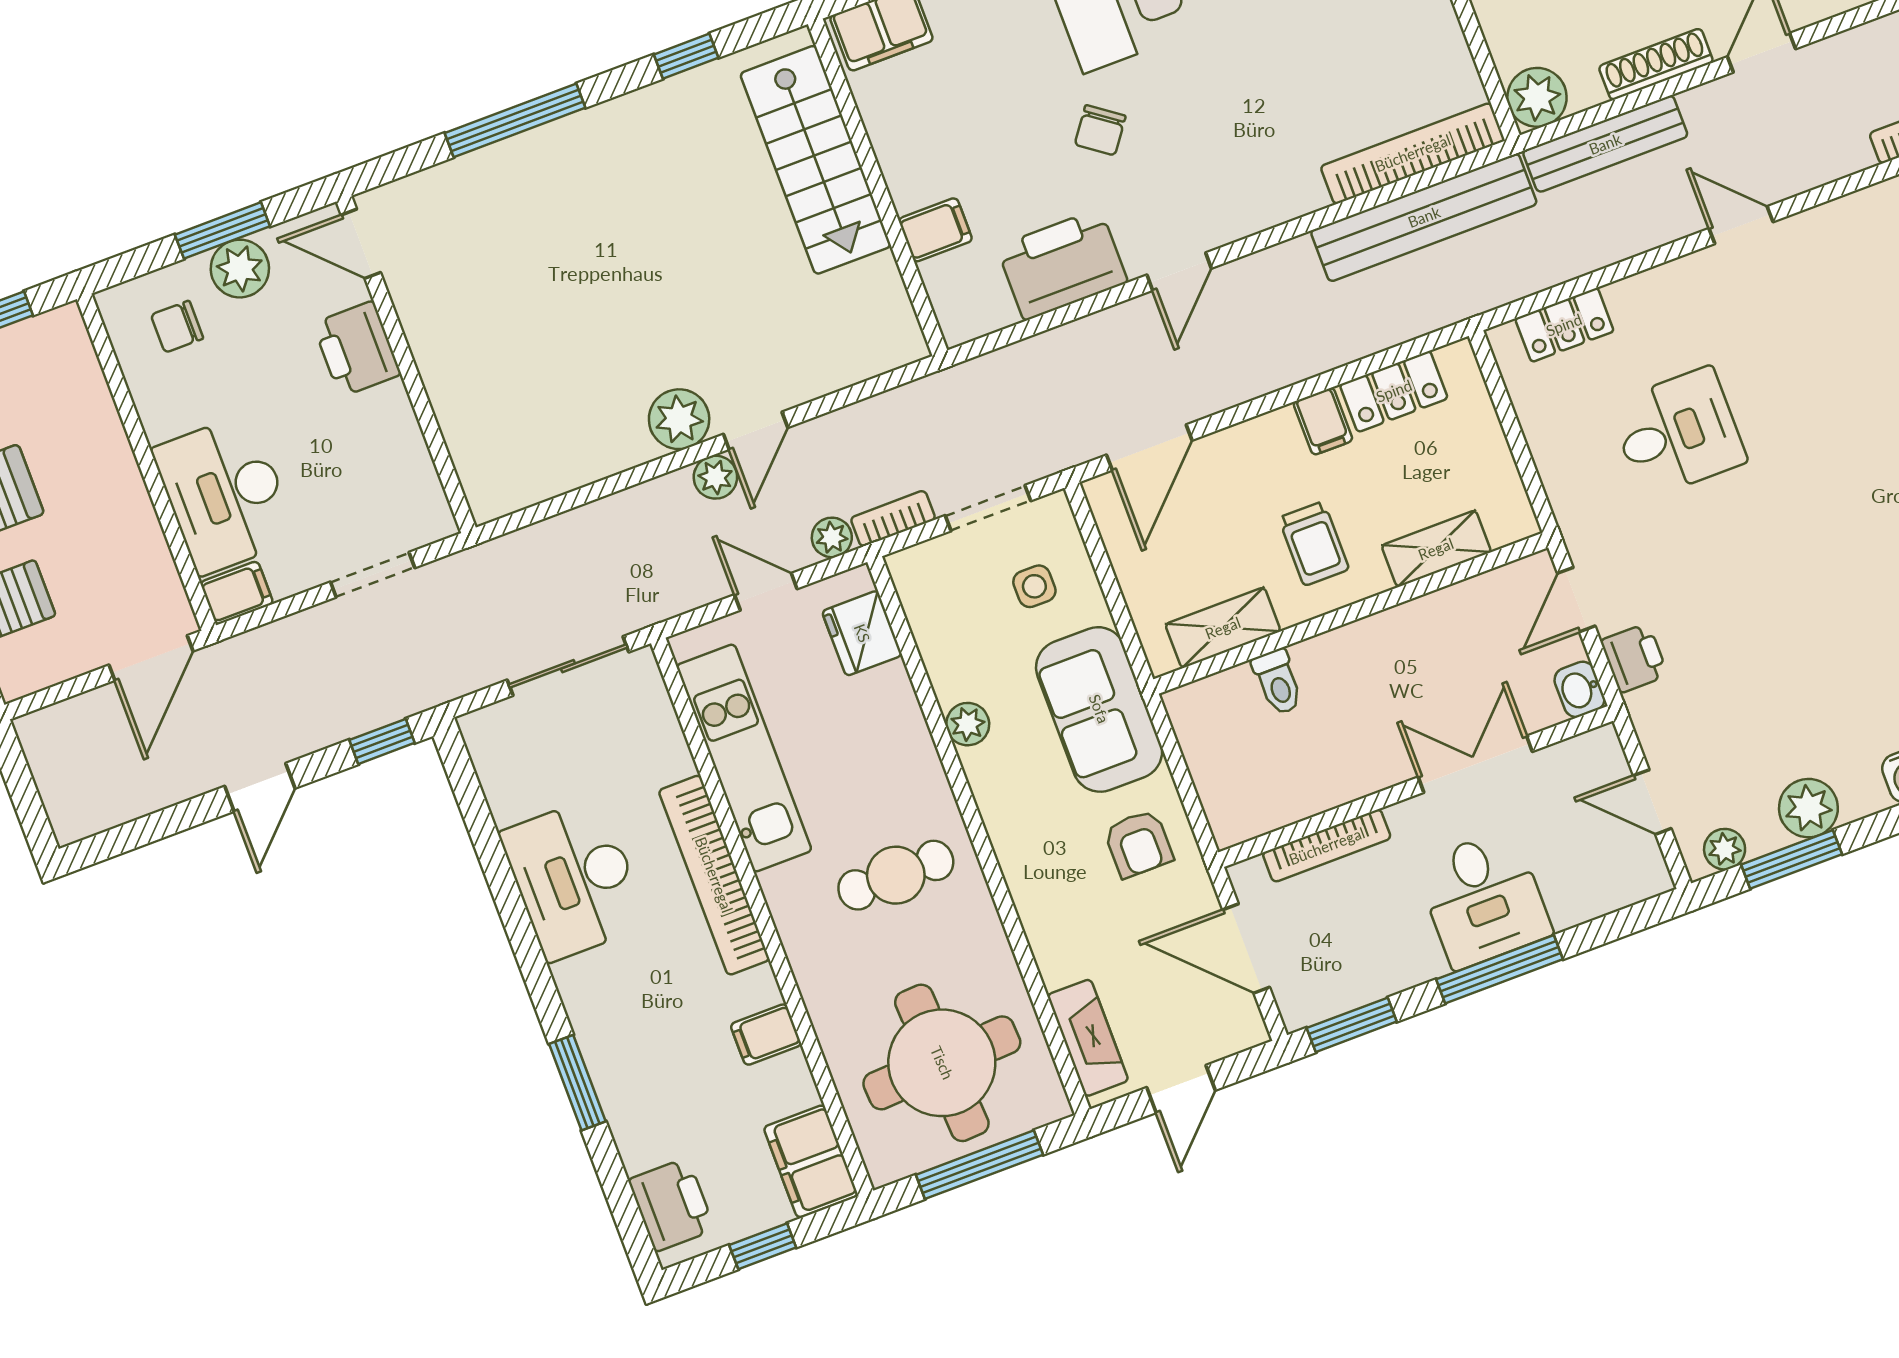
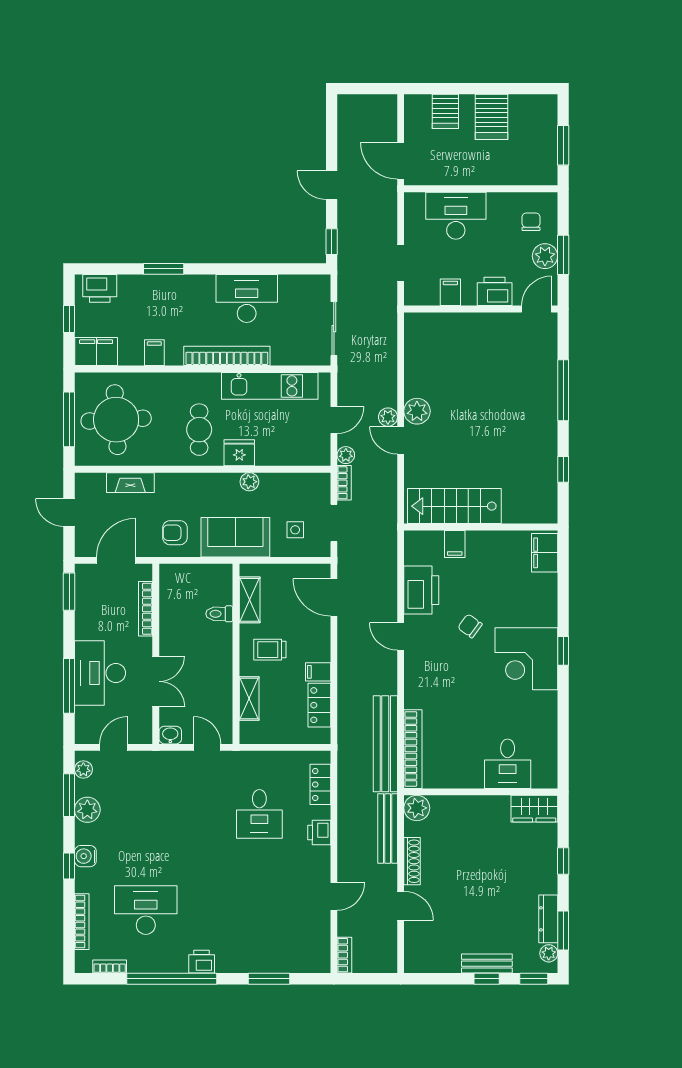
stairs: (816, 160) -> (454, 506), moved
door: (1741, 225) -> (334, 896), moved
filing cabinet: (237, 593) -> (450, 292), moved, turned 180
fridge: (862, 633) -> (239, 453), moved
printer: (1634, 658) -> (319, 833), moved, turned 90
desk: (1484, 899) -> (100, 673), width x1.37
window: (1500, 969) -> (69, 686), moved
fireplace: (1088, 1038) -> (130, 483), moved

